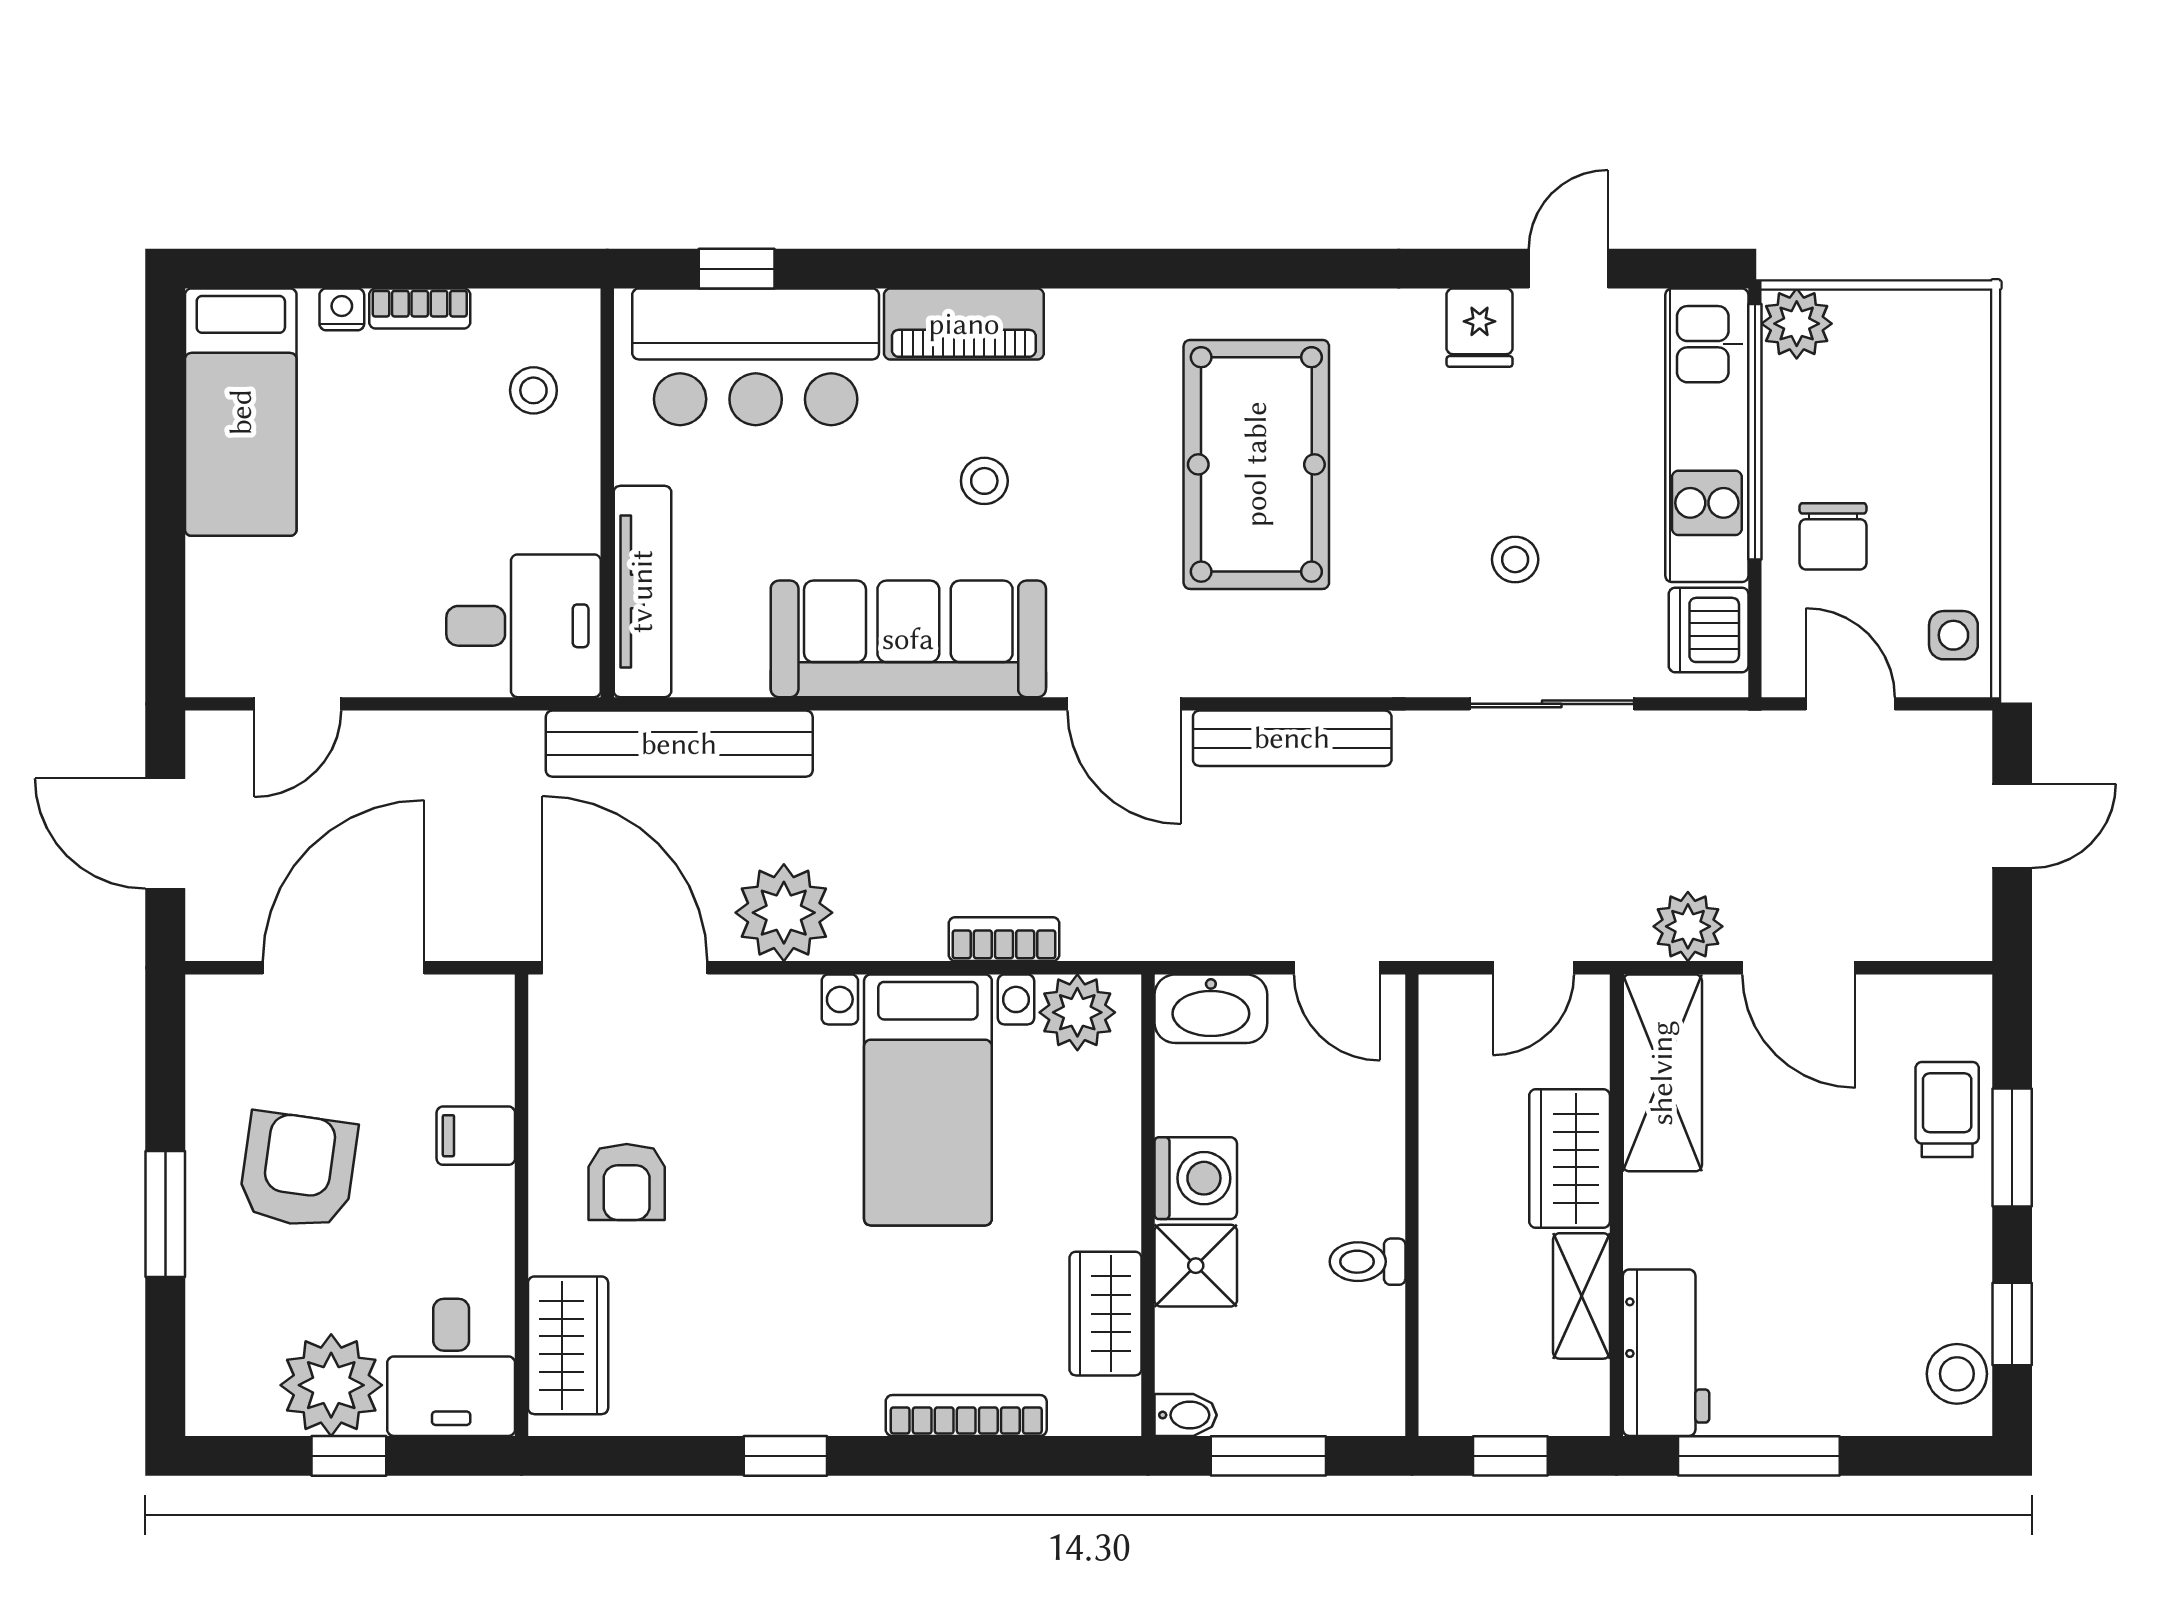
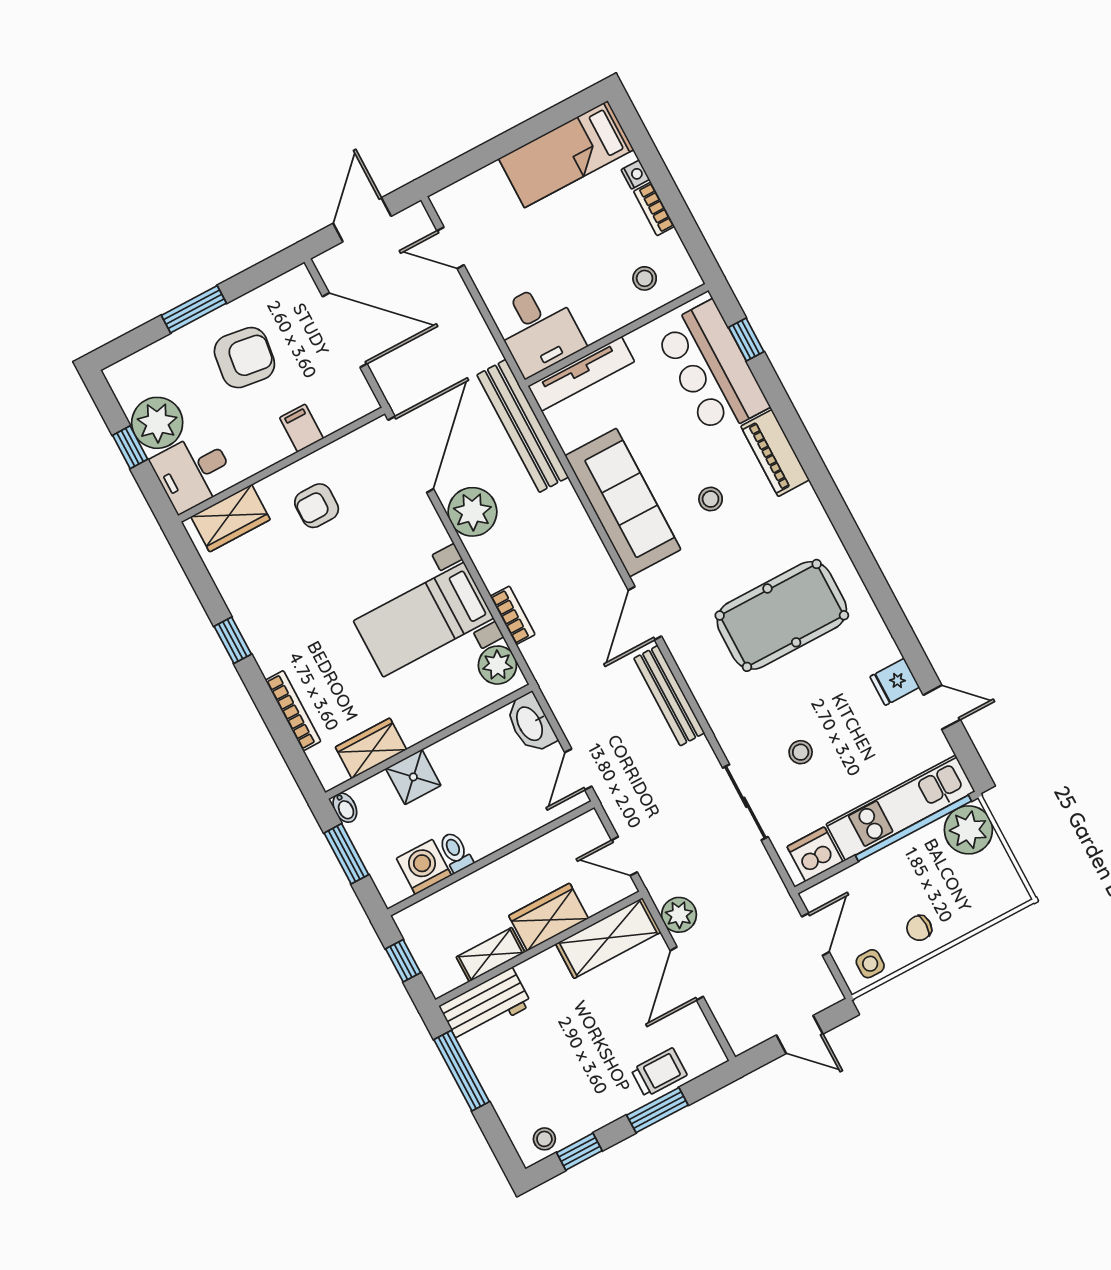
plant: (1797, 324) -> (968, 830), width x1.36, depth x1.36
chair: (1833, 536) -> (919, 928), moved, width x0.73, depth x0.73
washing machine: (1196, 1178) -> (424, 867), moved, turned 180
stool: (1957, 1374) -> (544, 1139), width x0.73, depth x0.73

